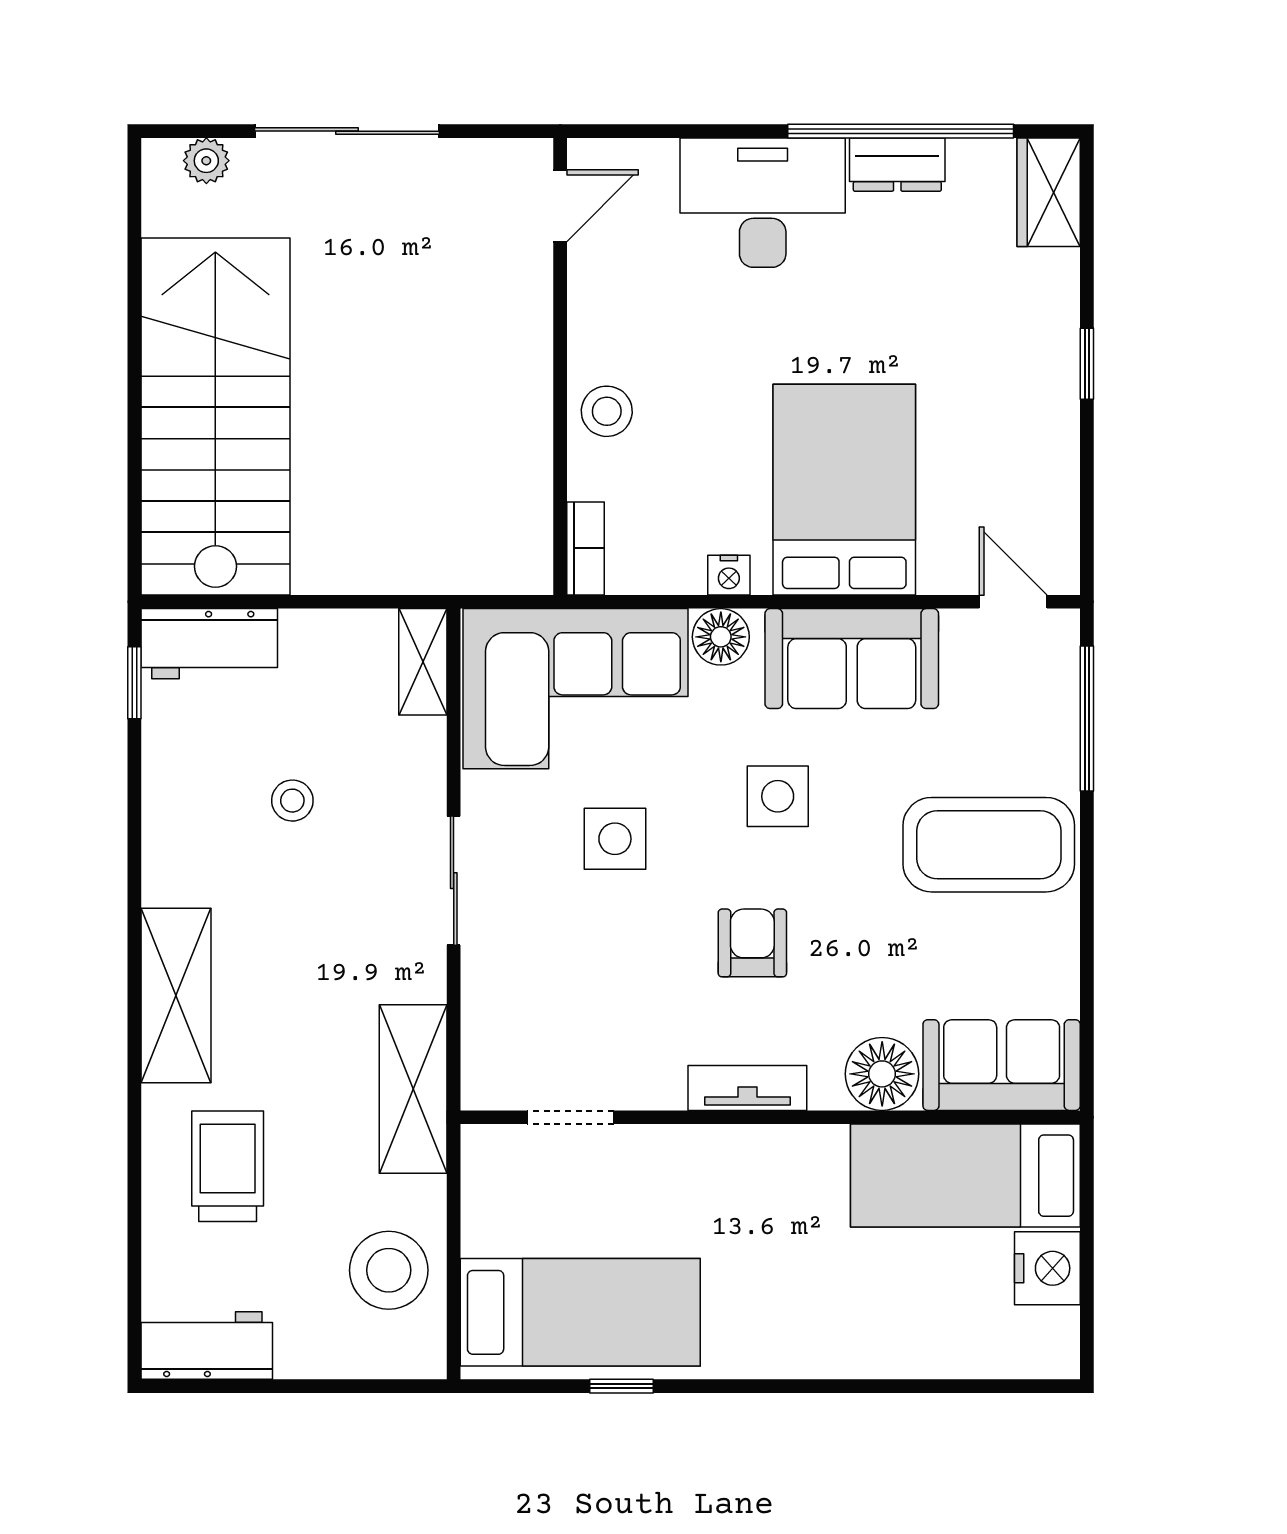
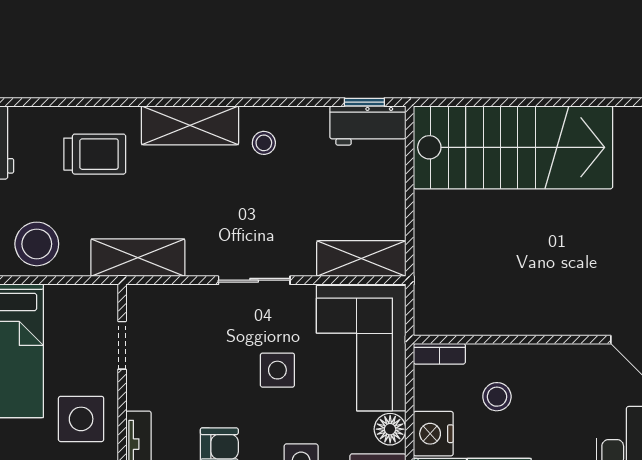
stool: (607, 411) -> (497, 397), moved
nightstand: (729, 575) -> (433, 434), width x1.89, depth x1.79
workbench: (209, 644) -> (368, 125), moved, turned -90
shelving: (423, 662) -> (361, 259), width x1.50, depth x1.33
stool: (292, 801) -> (264, 143), moved
side table: (702, 1191) -> (81, 419), added

